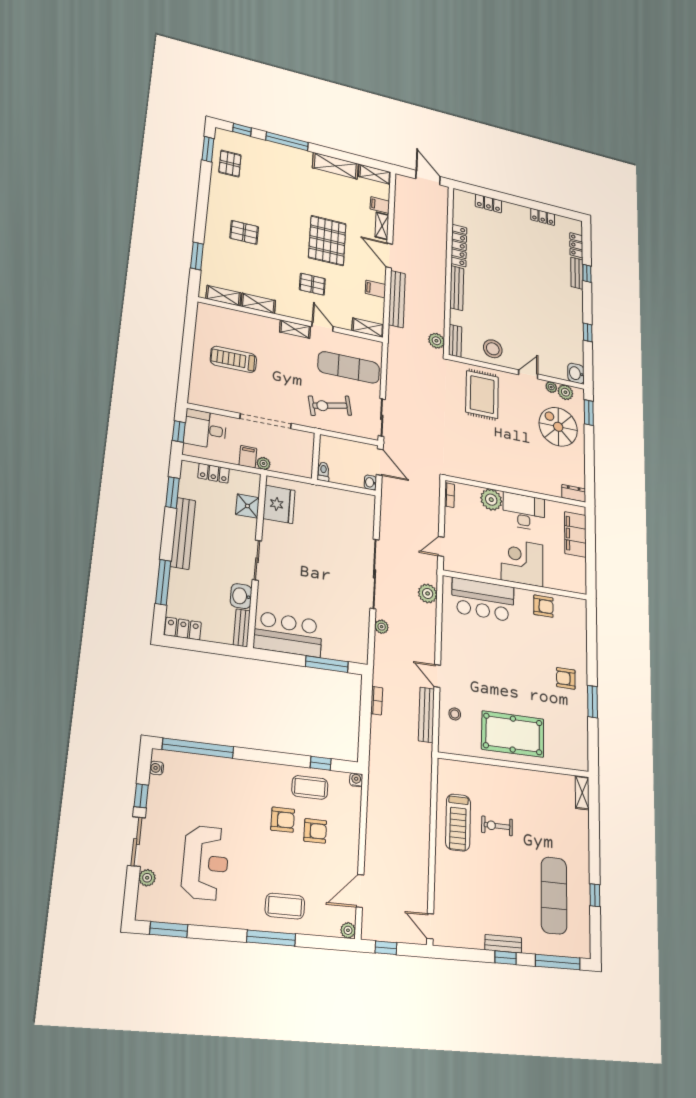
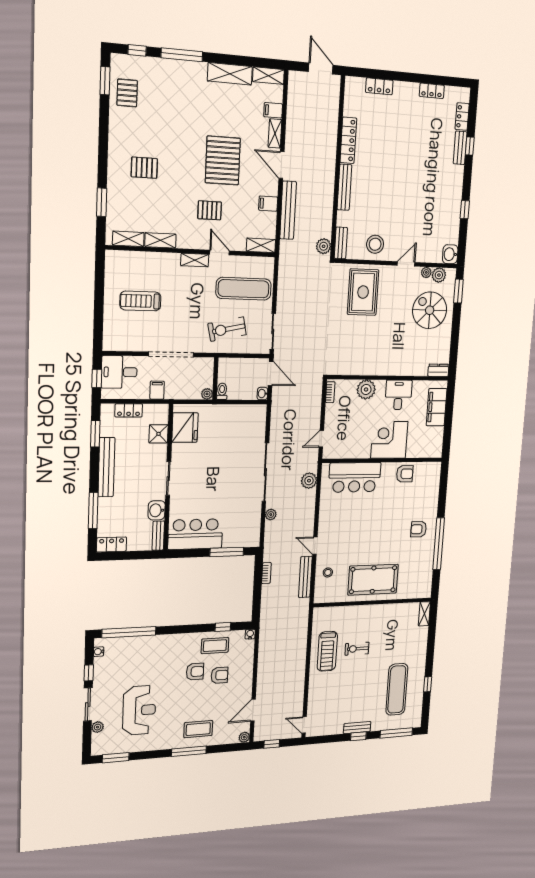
plant: (264, 463) -> (207, 394), moved
desk: (524, 511) -> (398, 395), width x0.73
window: (592, 702) -> (439, 544), width x2.11

